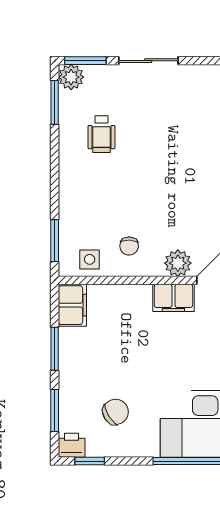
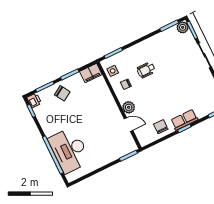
wheelchair: (102, 134) -> (146, 70), moved
filing cabinet: (173, 298) -> (114, 112), removed
chair: (116, 412) -> (62, 93), moved

